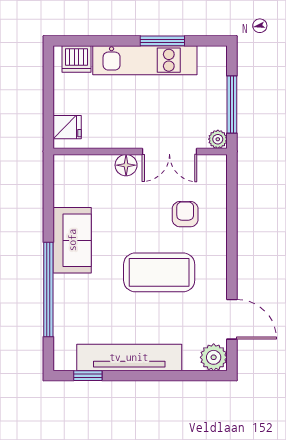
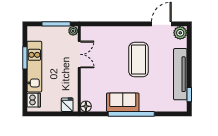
floor lamp: (126, 165) -> (86, 106), moved
armchair: (185, 214) -> (110, 47), removed
window: (48, 290) -> (131, 114), moved

